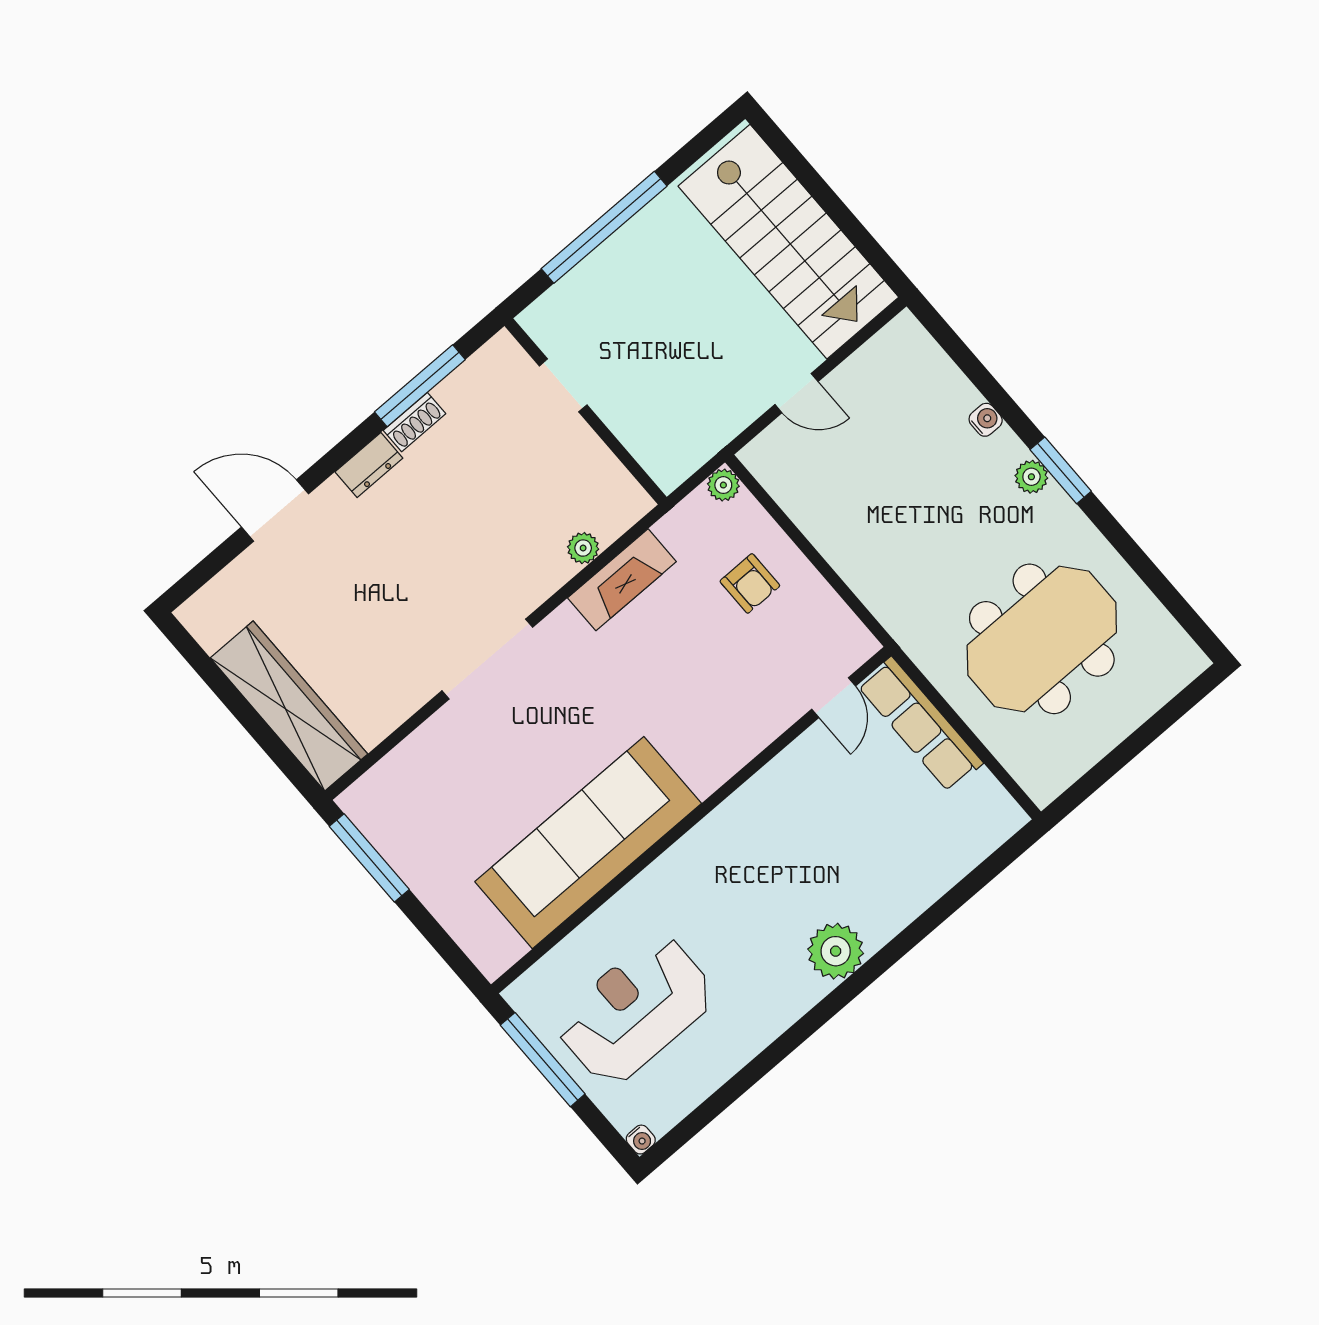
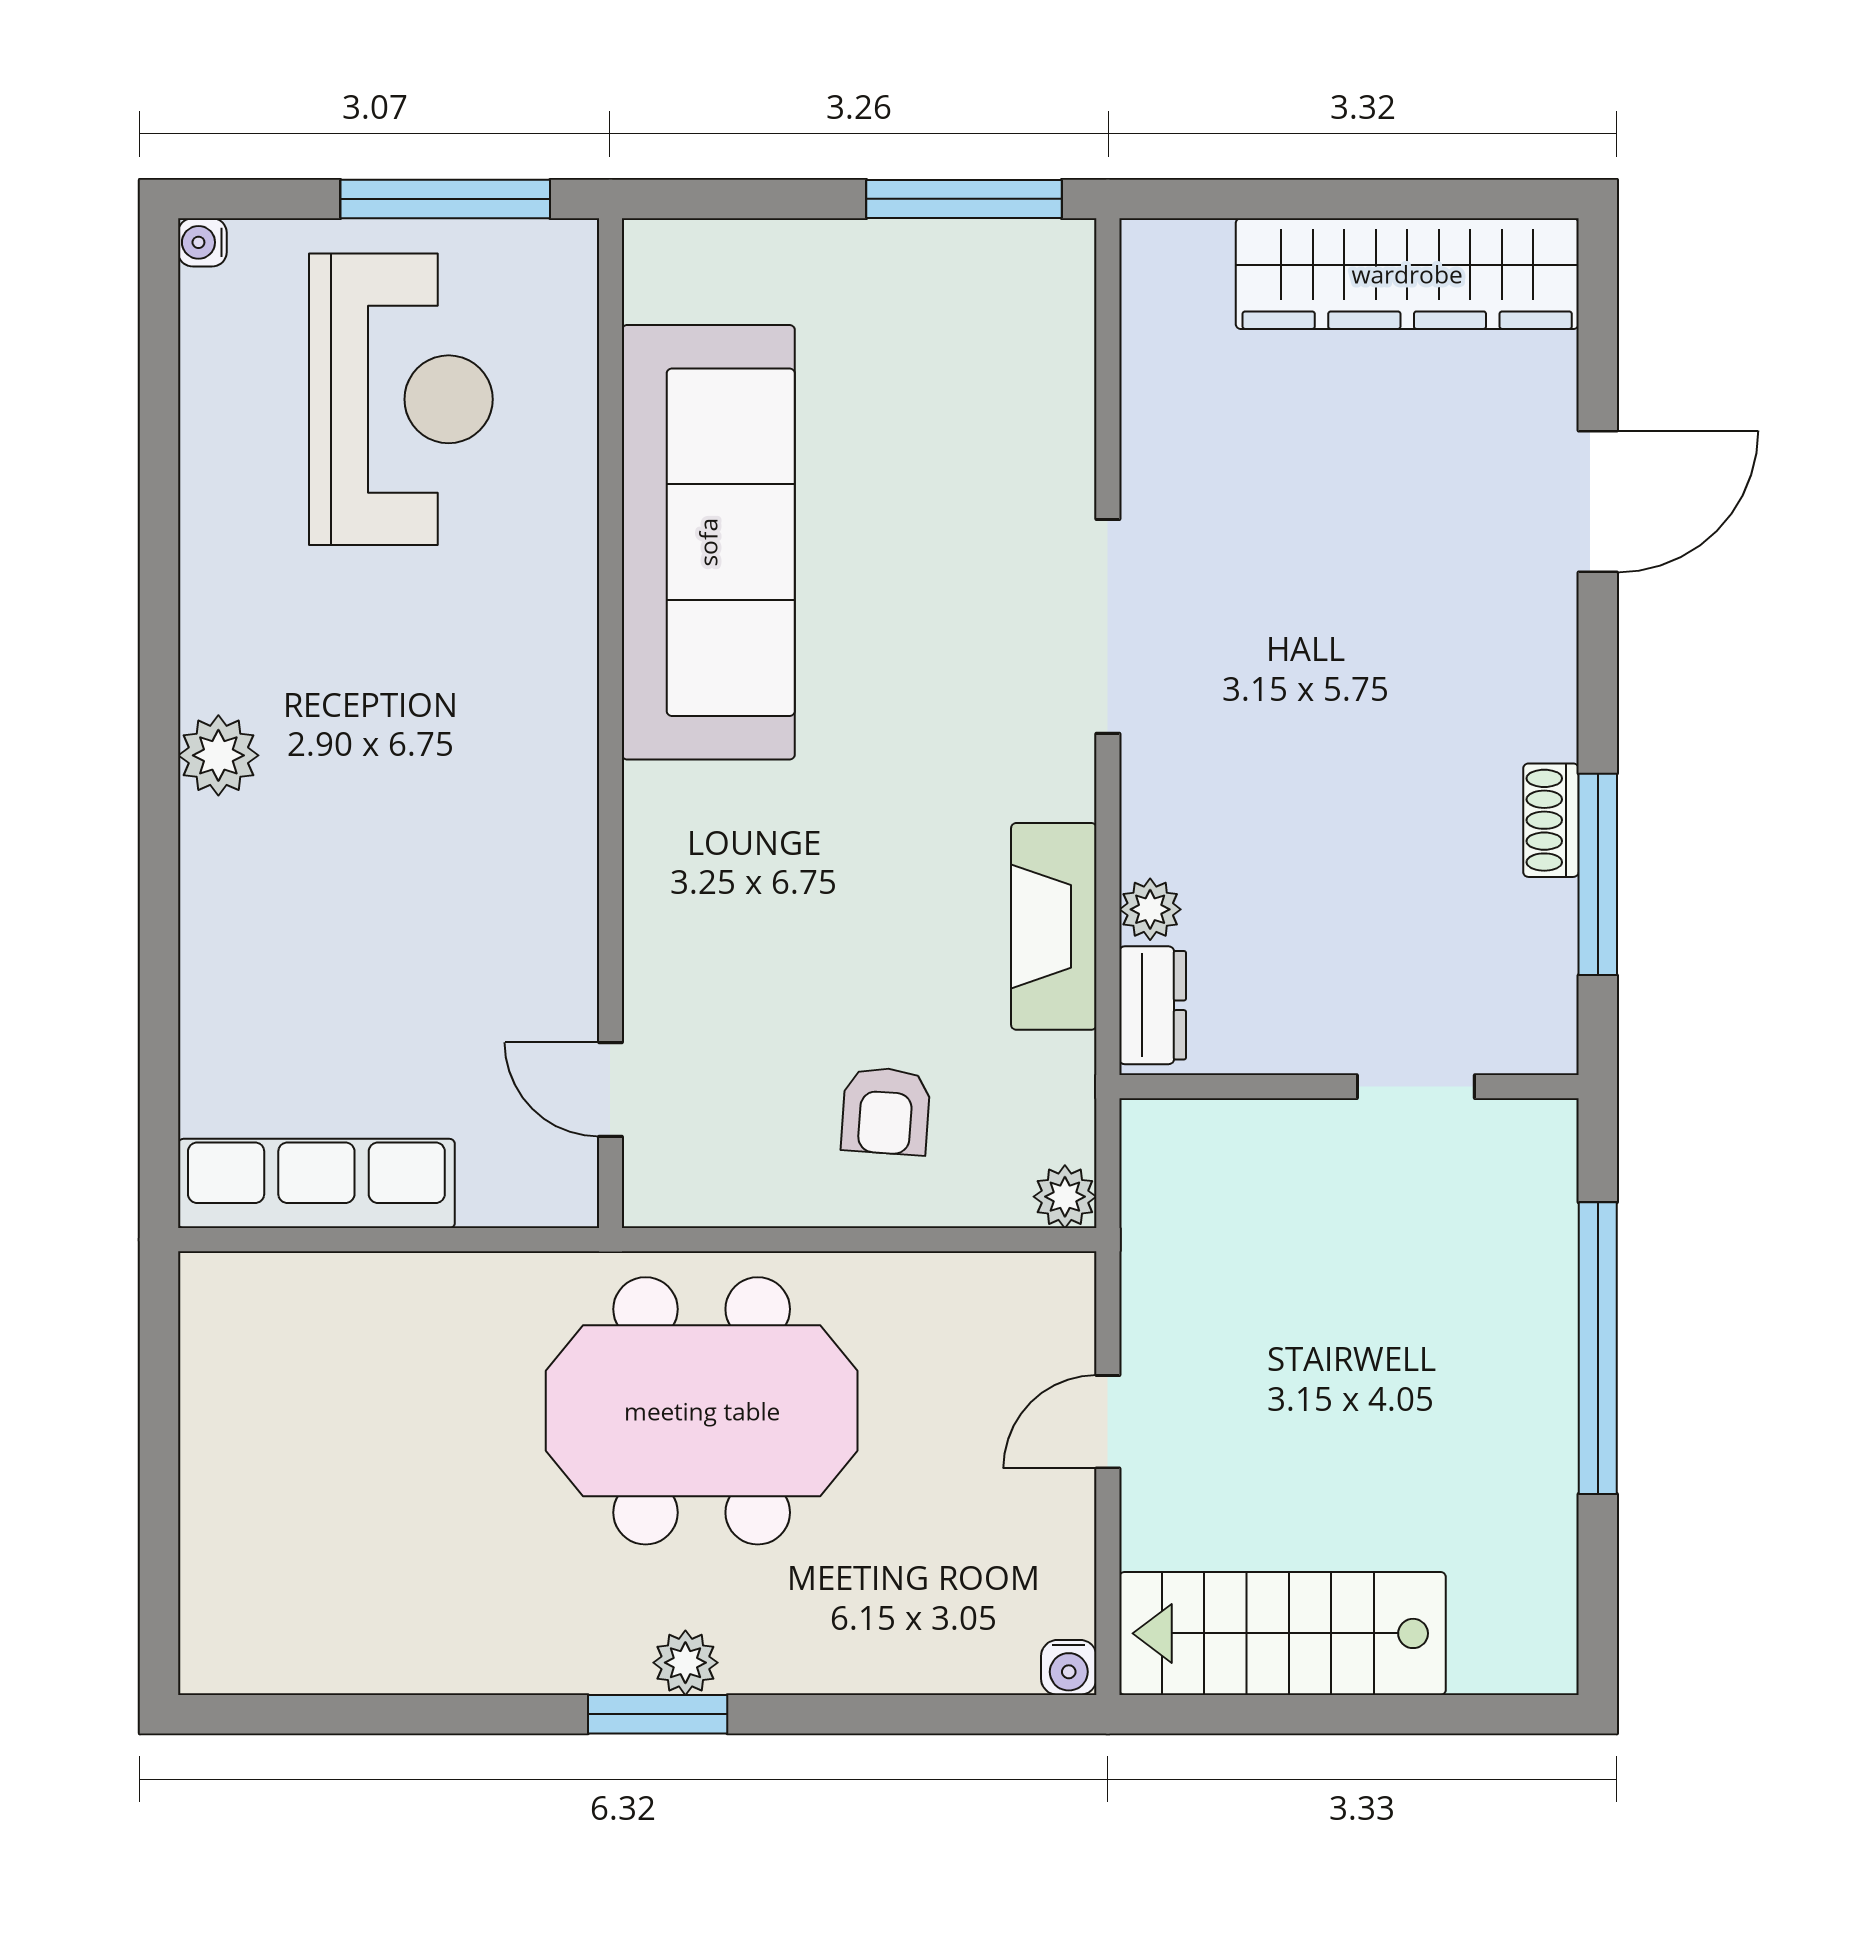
stairs: (788, 242) -> (1283, 1633), width x0.73, depth x0.66
water cooler: (986, 420) -> (1069, 1667), moved
dresser: (369, 465) -> (1153, 1005), moved, turned 180
armchair: (750, 583) -> (886, 1111), turned -86
meeting table: (1042, 639) -> (702, 1411), moved, turned 90
wardrobe: (289, 706) -> (1407, 274), moved
row of seats: (920, 724) -> (316, 1183), moved
plant: (836, 951) -> (218, 755), width x0.73, depth x0.73

